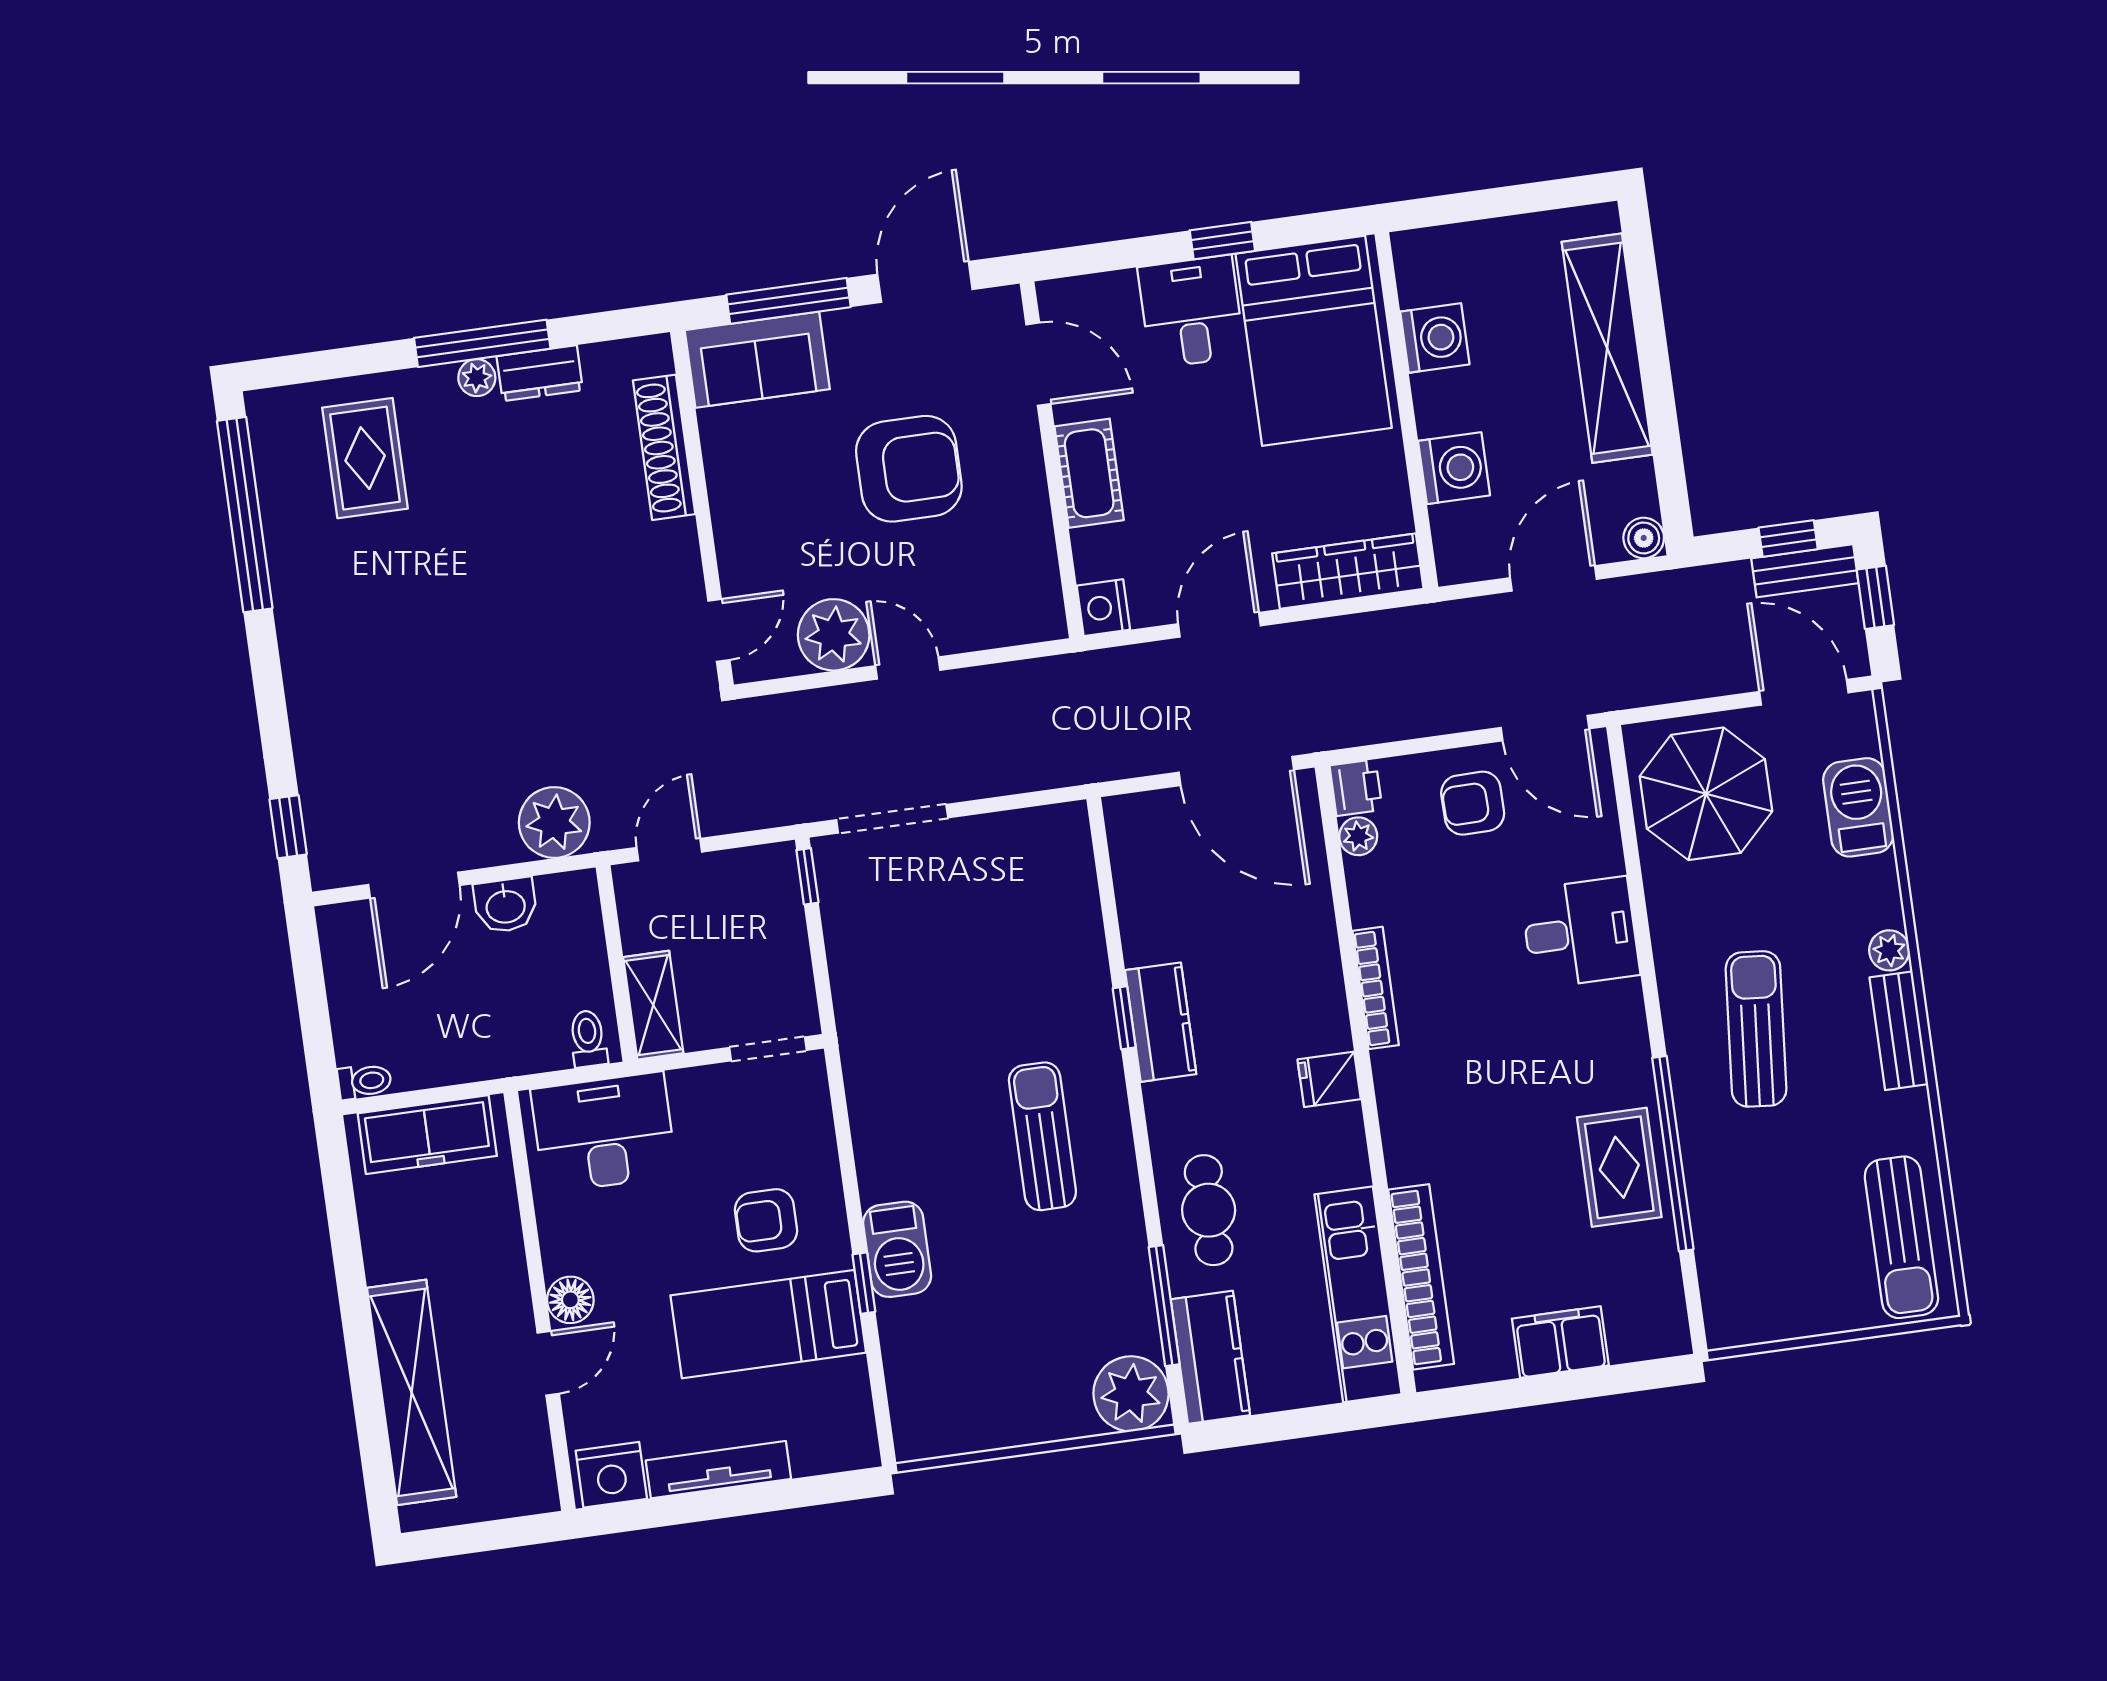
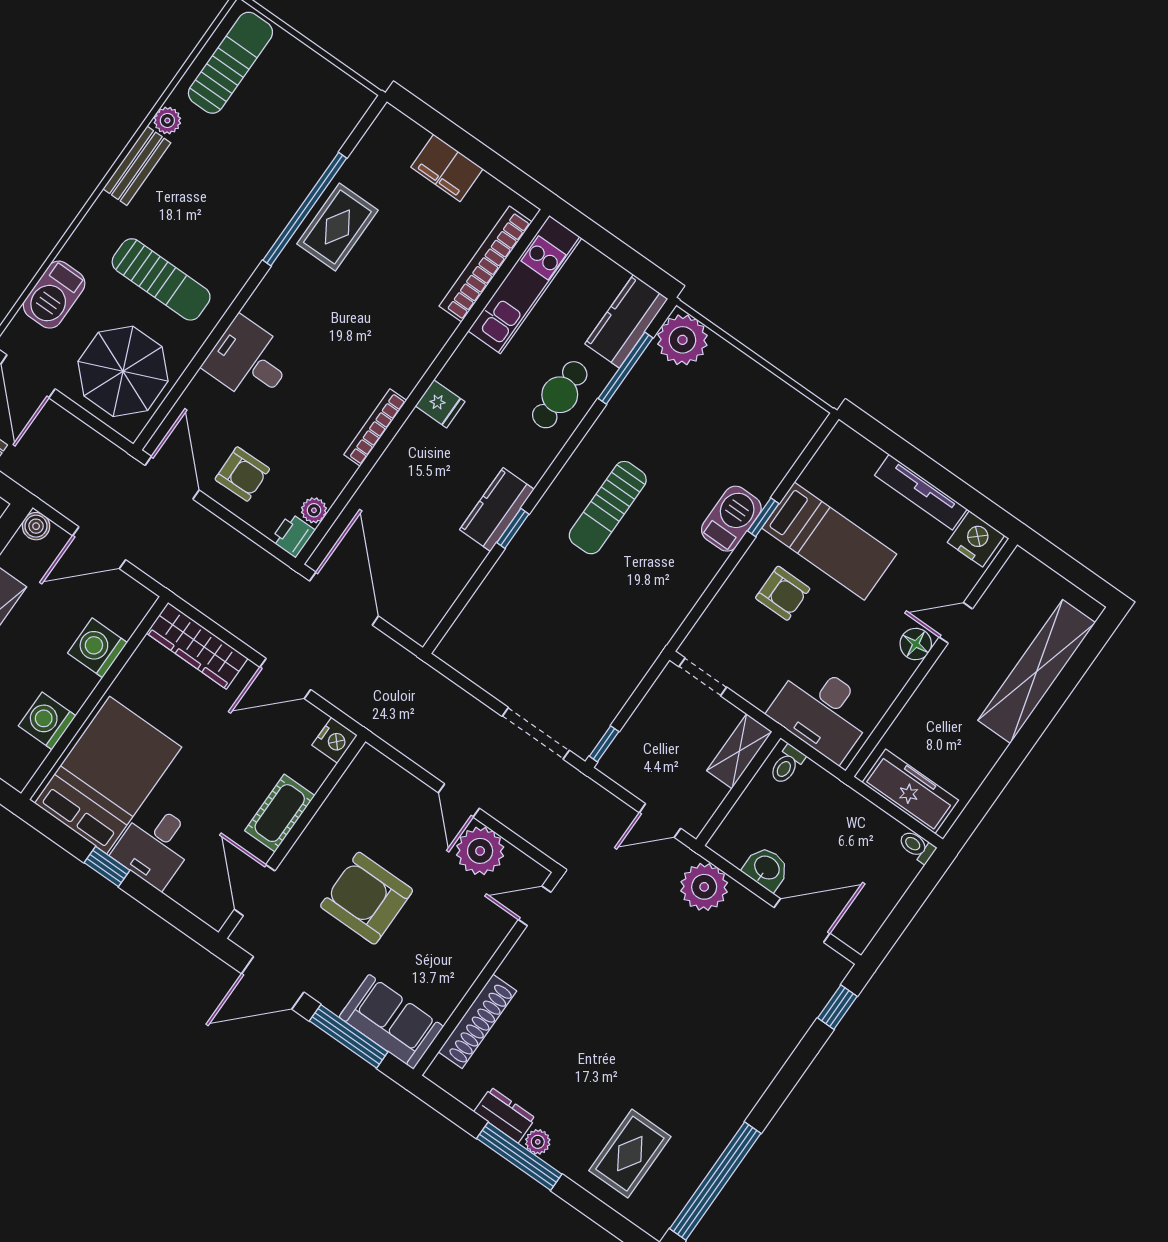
plant: (1889, 950) -> (167, 120), moved
sun lounger: (1756, 1029) -> (161, 279), moved, turned -95

